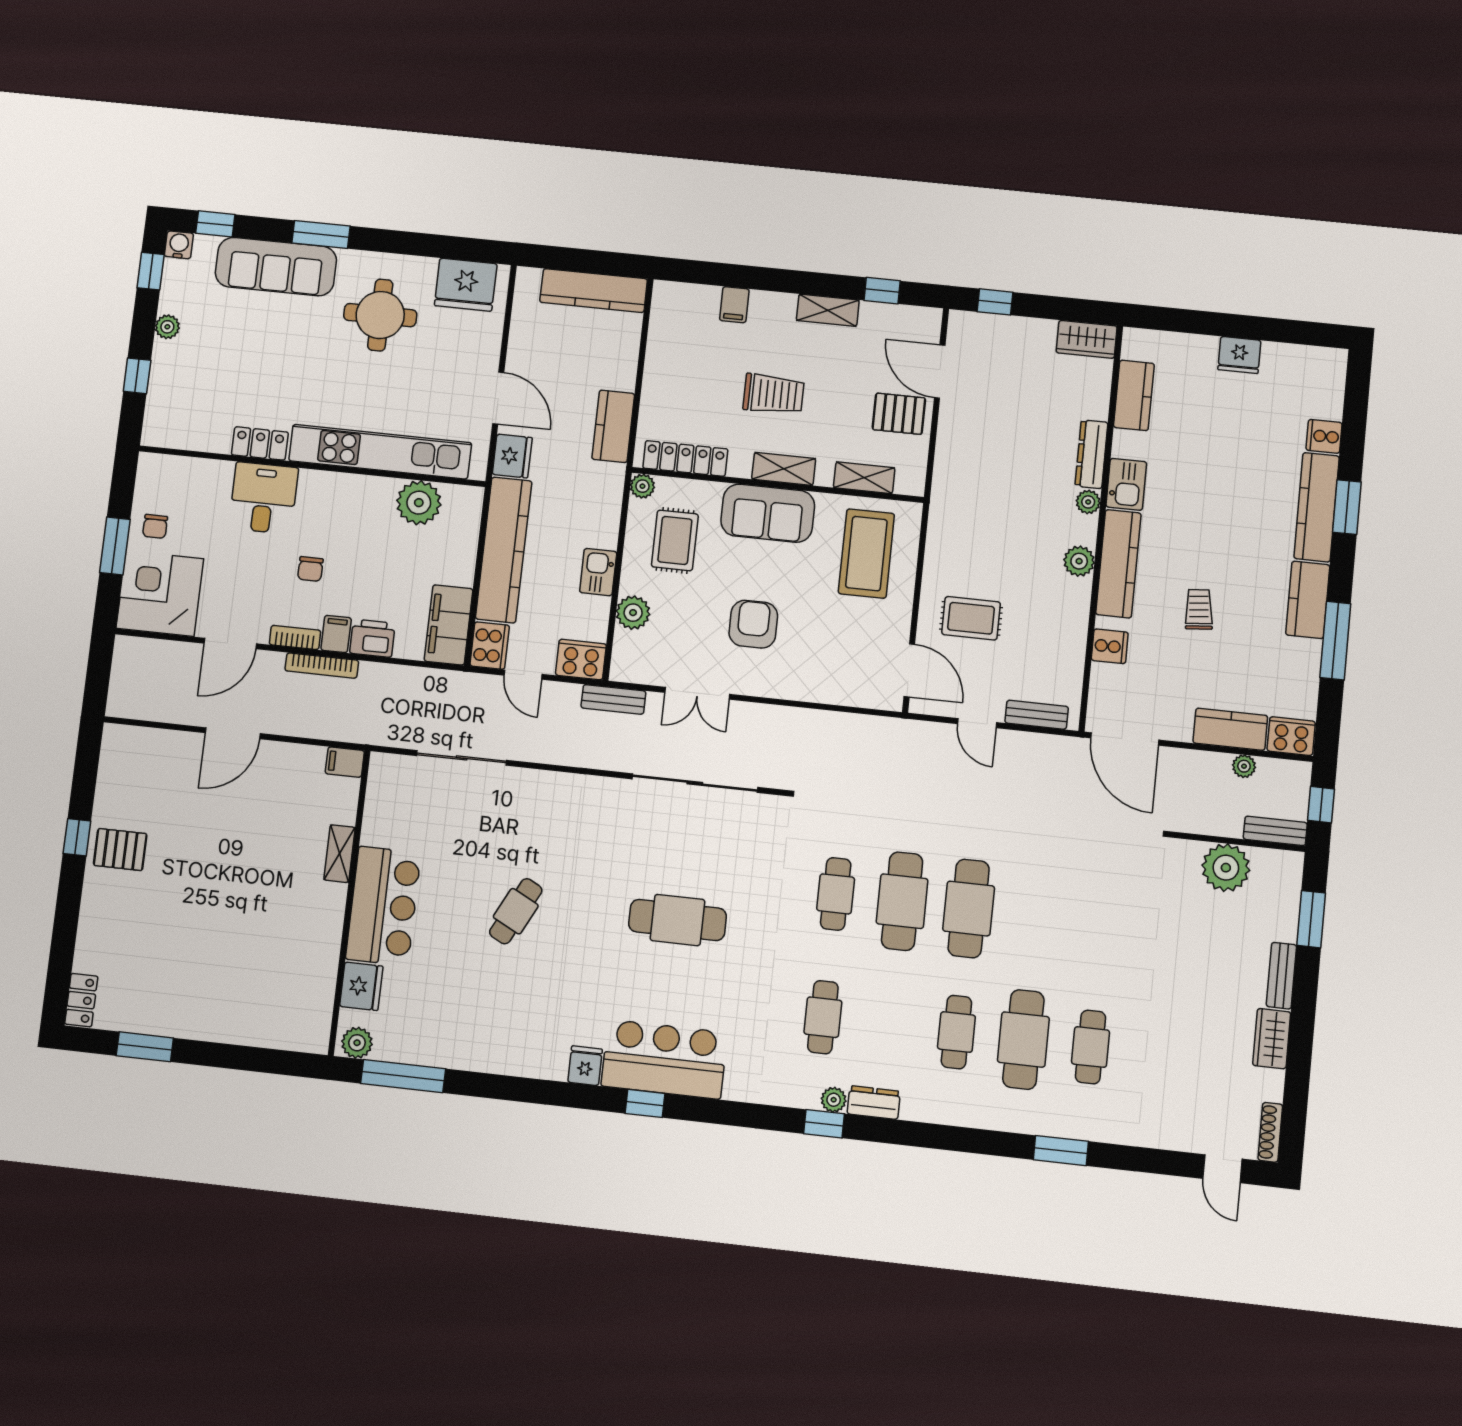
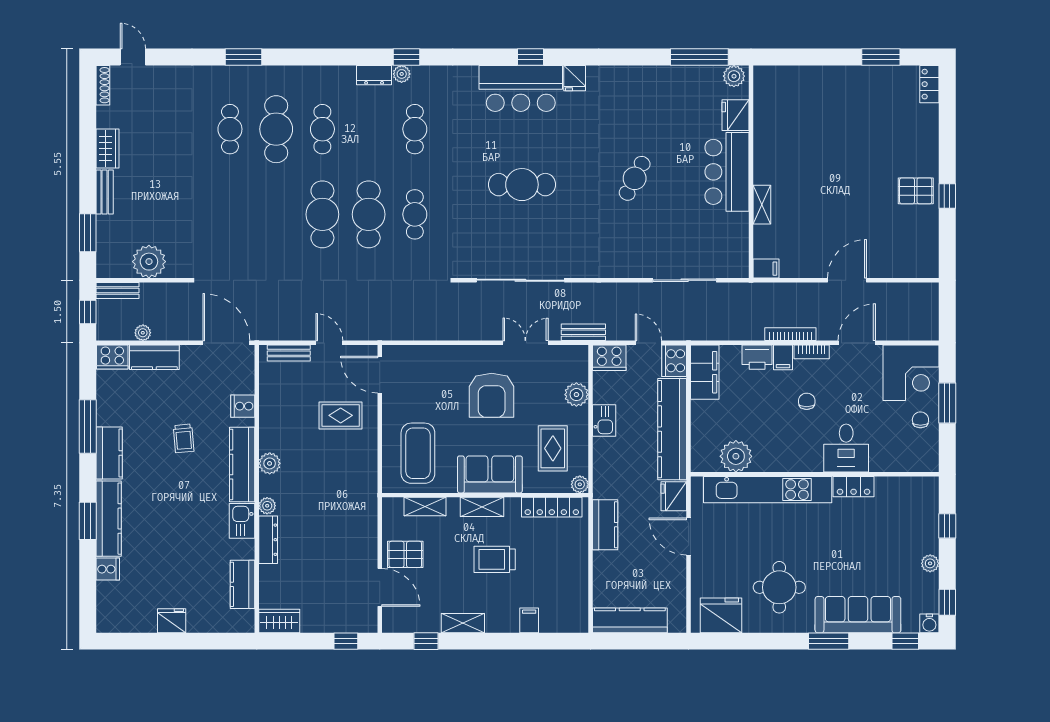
armchair: (753, 624) -> (492, 395), width x1.36, depth x1.36

